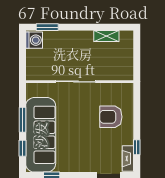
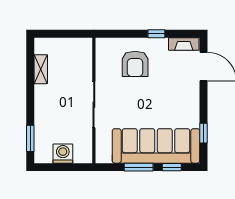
washing machine: (34, 40) -> (63, 154), moved
window: (137, 147) -> (156, 34), moved

